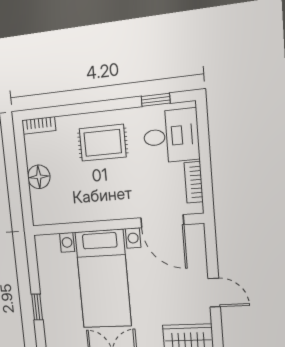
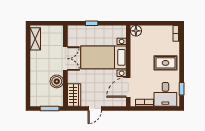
rug: (103, 143) -> (166, 63), turned 90
floor lamp: (39, 177) -> (136, 31), moved

